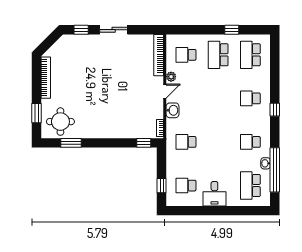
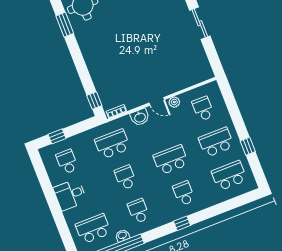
bookcase: (159, 55) -> (192, 80), removed
school desk: (218, 98) -> (171, 160), added
school desk: (186, 142) -> (112, 144), width x1.85
school desk: (218, 142) -> (125, 178), added

